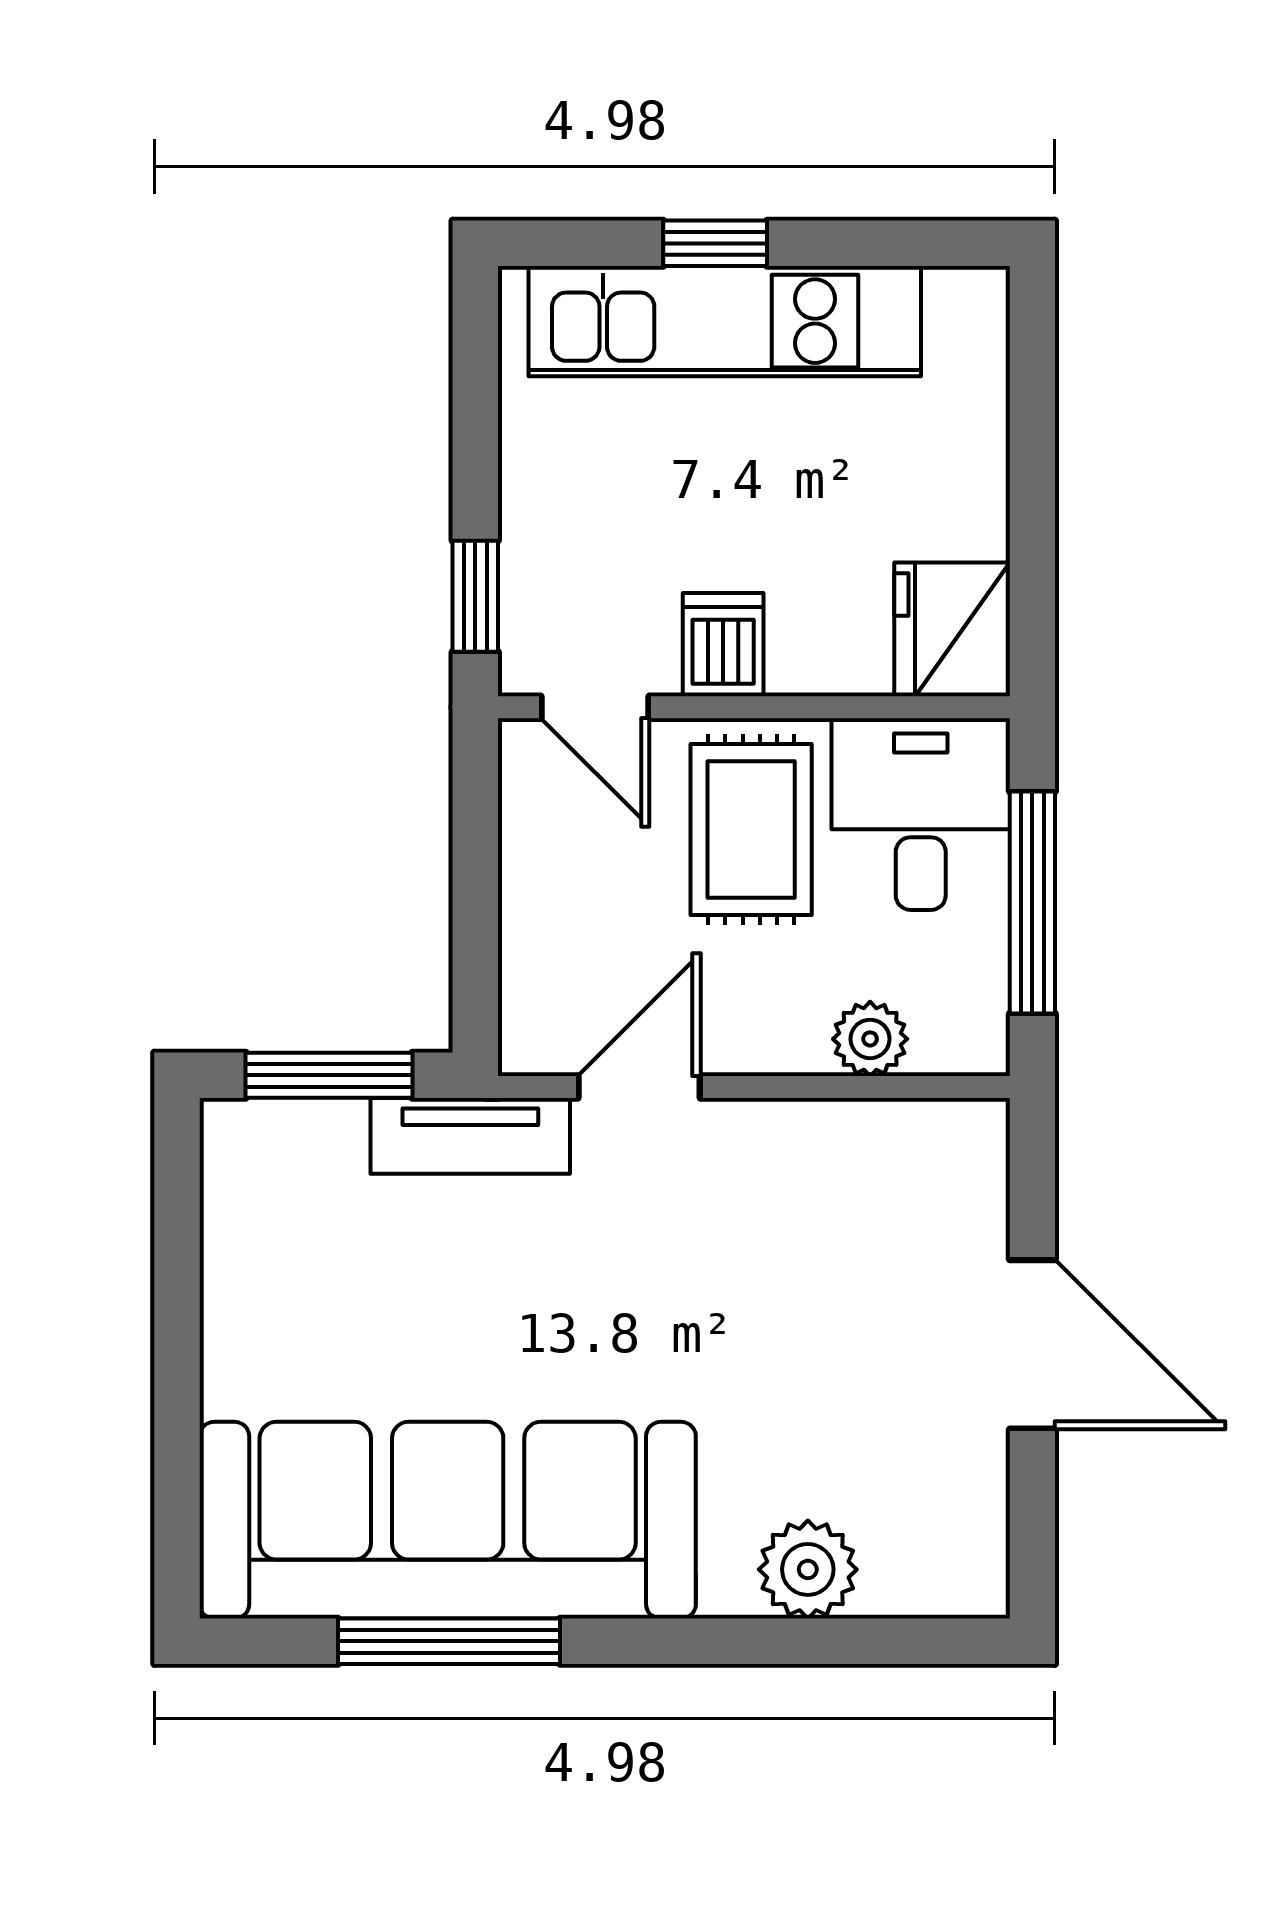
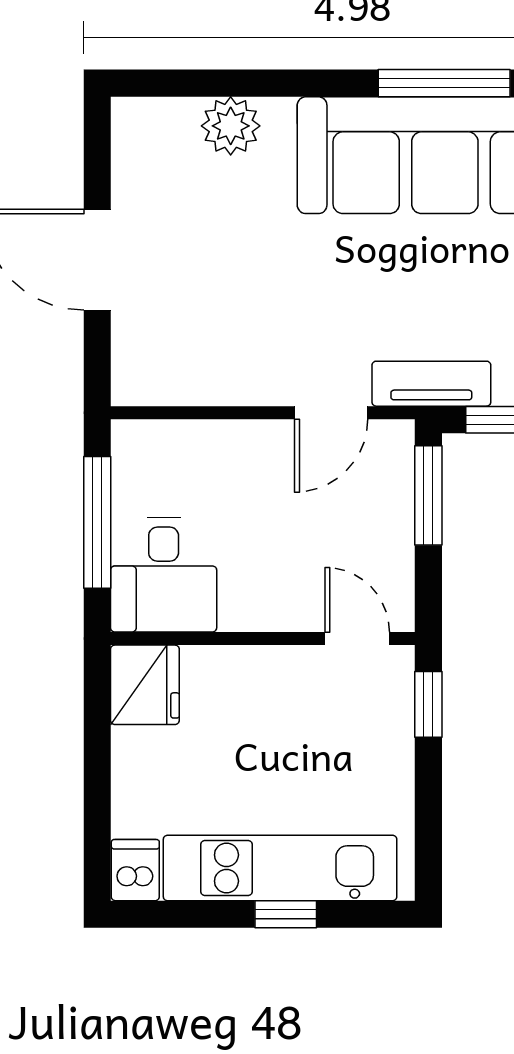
dishwasher: (723, 645) -> (135, 870), moved, turned 180
rug: (751, 830) -> (264, 566), removed
window: (475, 948) -> (428, 495), added
plant: (870, 1039) -> (194, 441), removed

